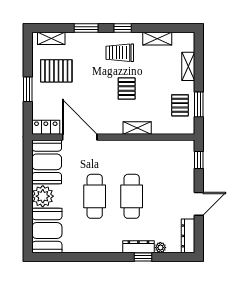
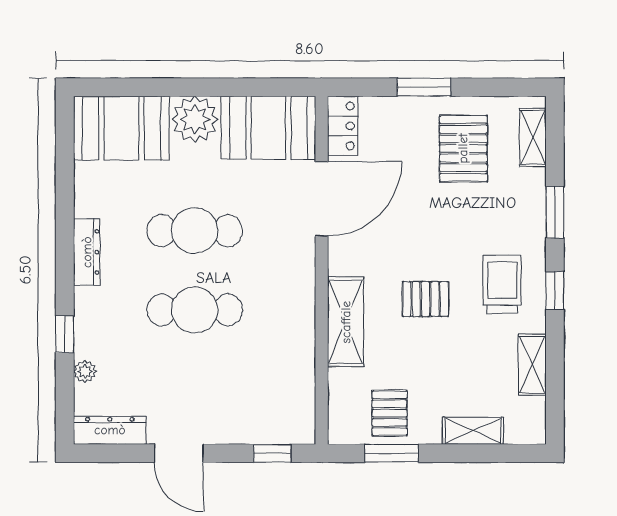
pallet: (180, 105) -> (390, 413), turned 90
shelving: (137, 128) -> (346, 322), width x1.50, depth x1.33
dresser: (138, 247) -> (87, 252), moved

